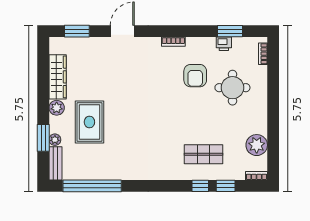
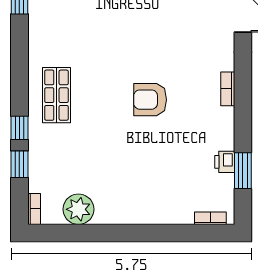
armchair: (195, 76) -> (150, 100), moved
round table: (232, 88) -> (161, 174), removed
shop shelf: (203, 154) -> (56, 95), moved

